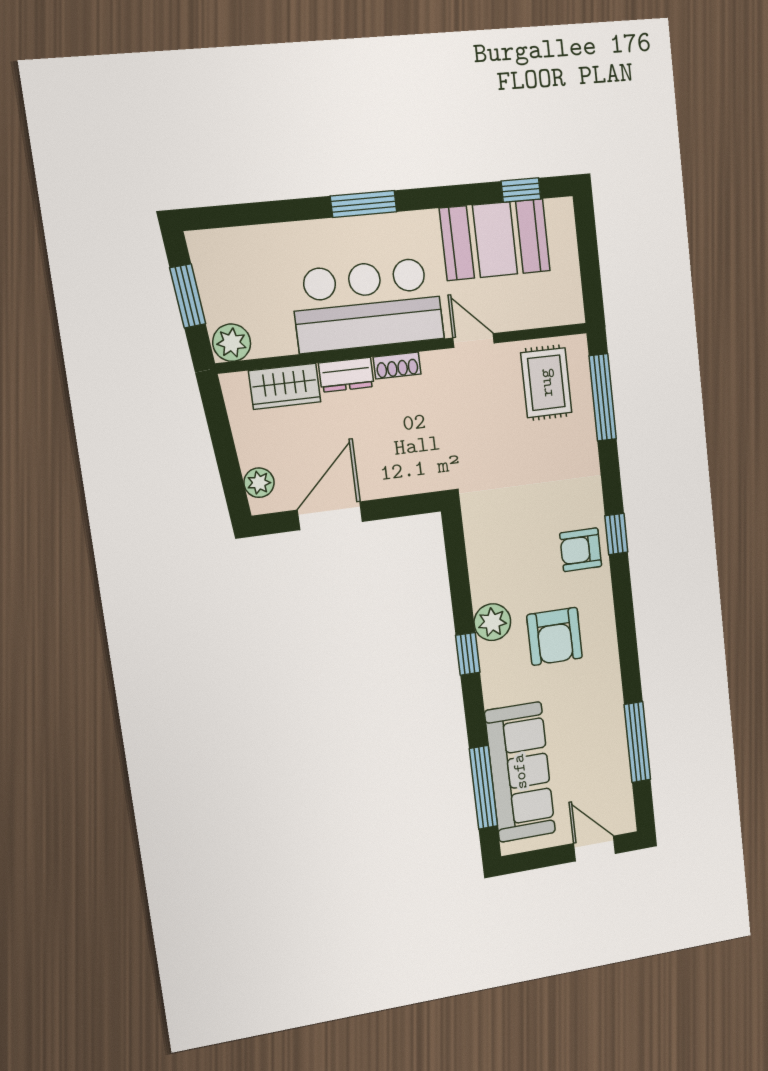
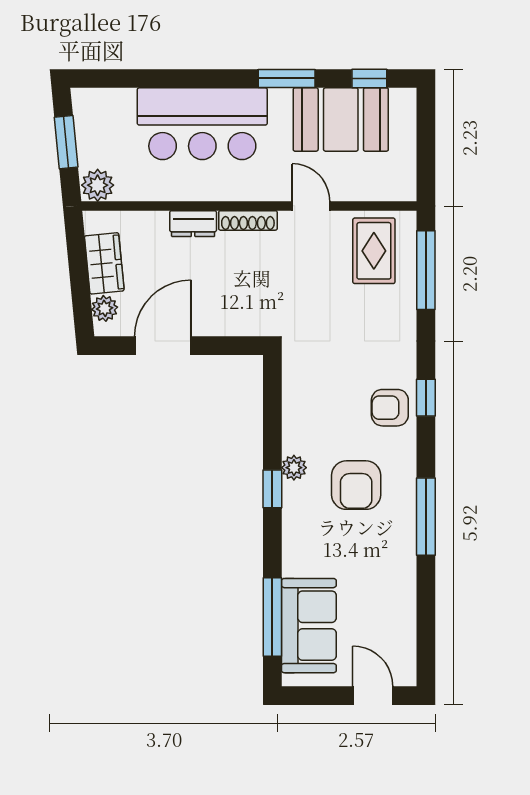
window: (364, 204) -> (287, 78), moved
bar counter: (368, 305) -> (202, 124), moved, turned 180
shoe rack: (397, 365) -> (248, 220), width x1.43
wardrobe: (285, 386) -> (104, 263), moved, turned -96
plant: (492, 622) -> (294, 468), width x0.73, depth x0.73
window: (637, 742) -> (426, 517), moved
sofa: (520, 772) -> (309, 626), width x0.73

